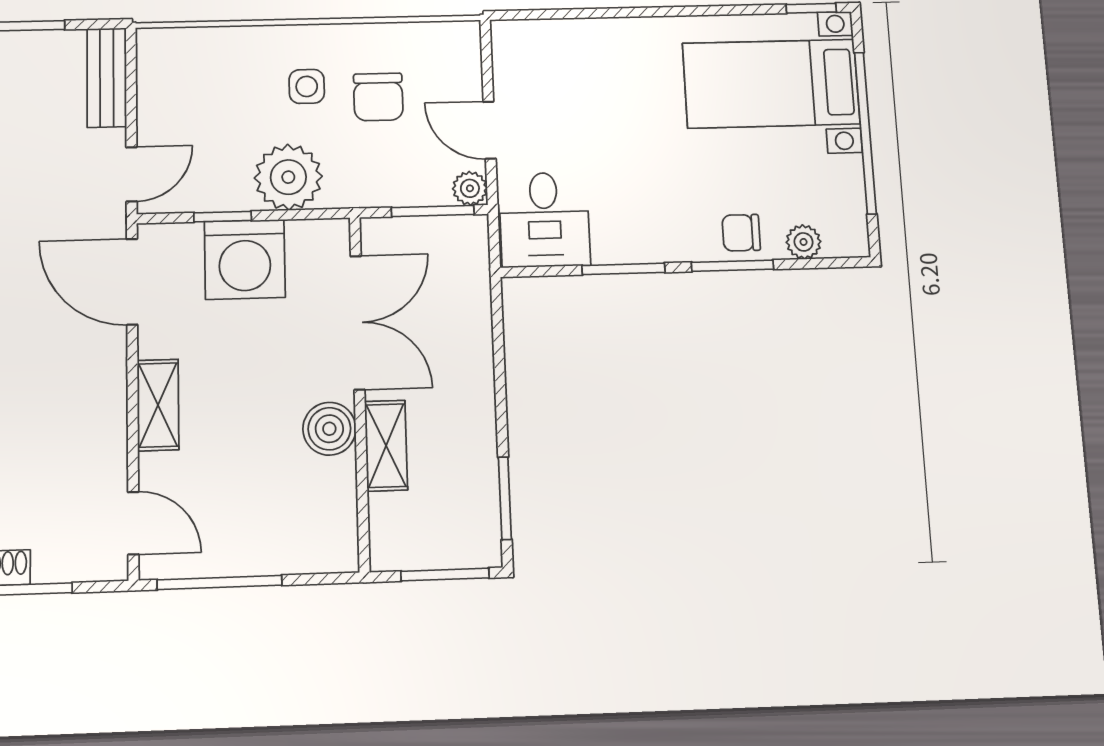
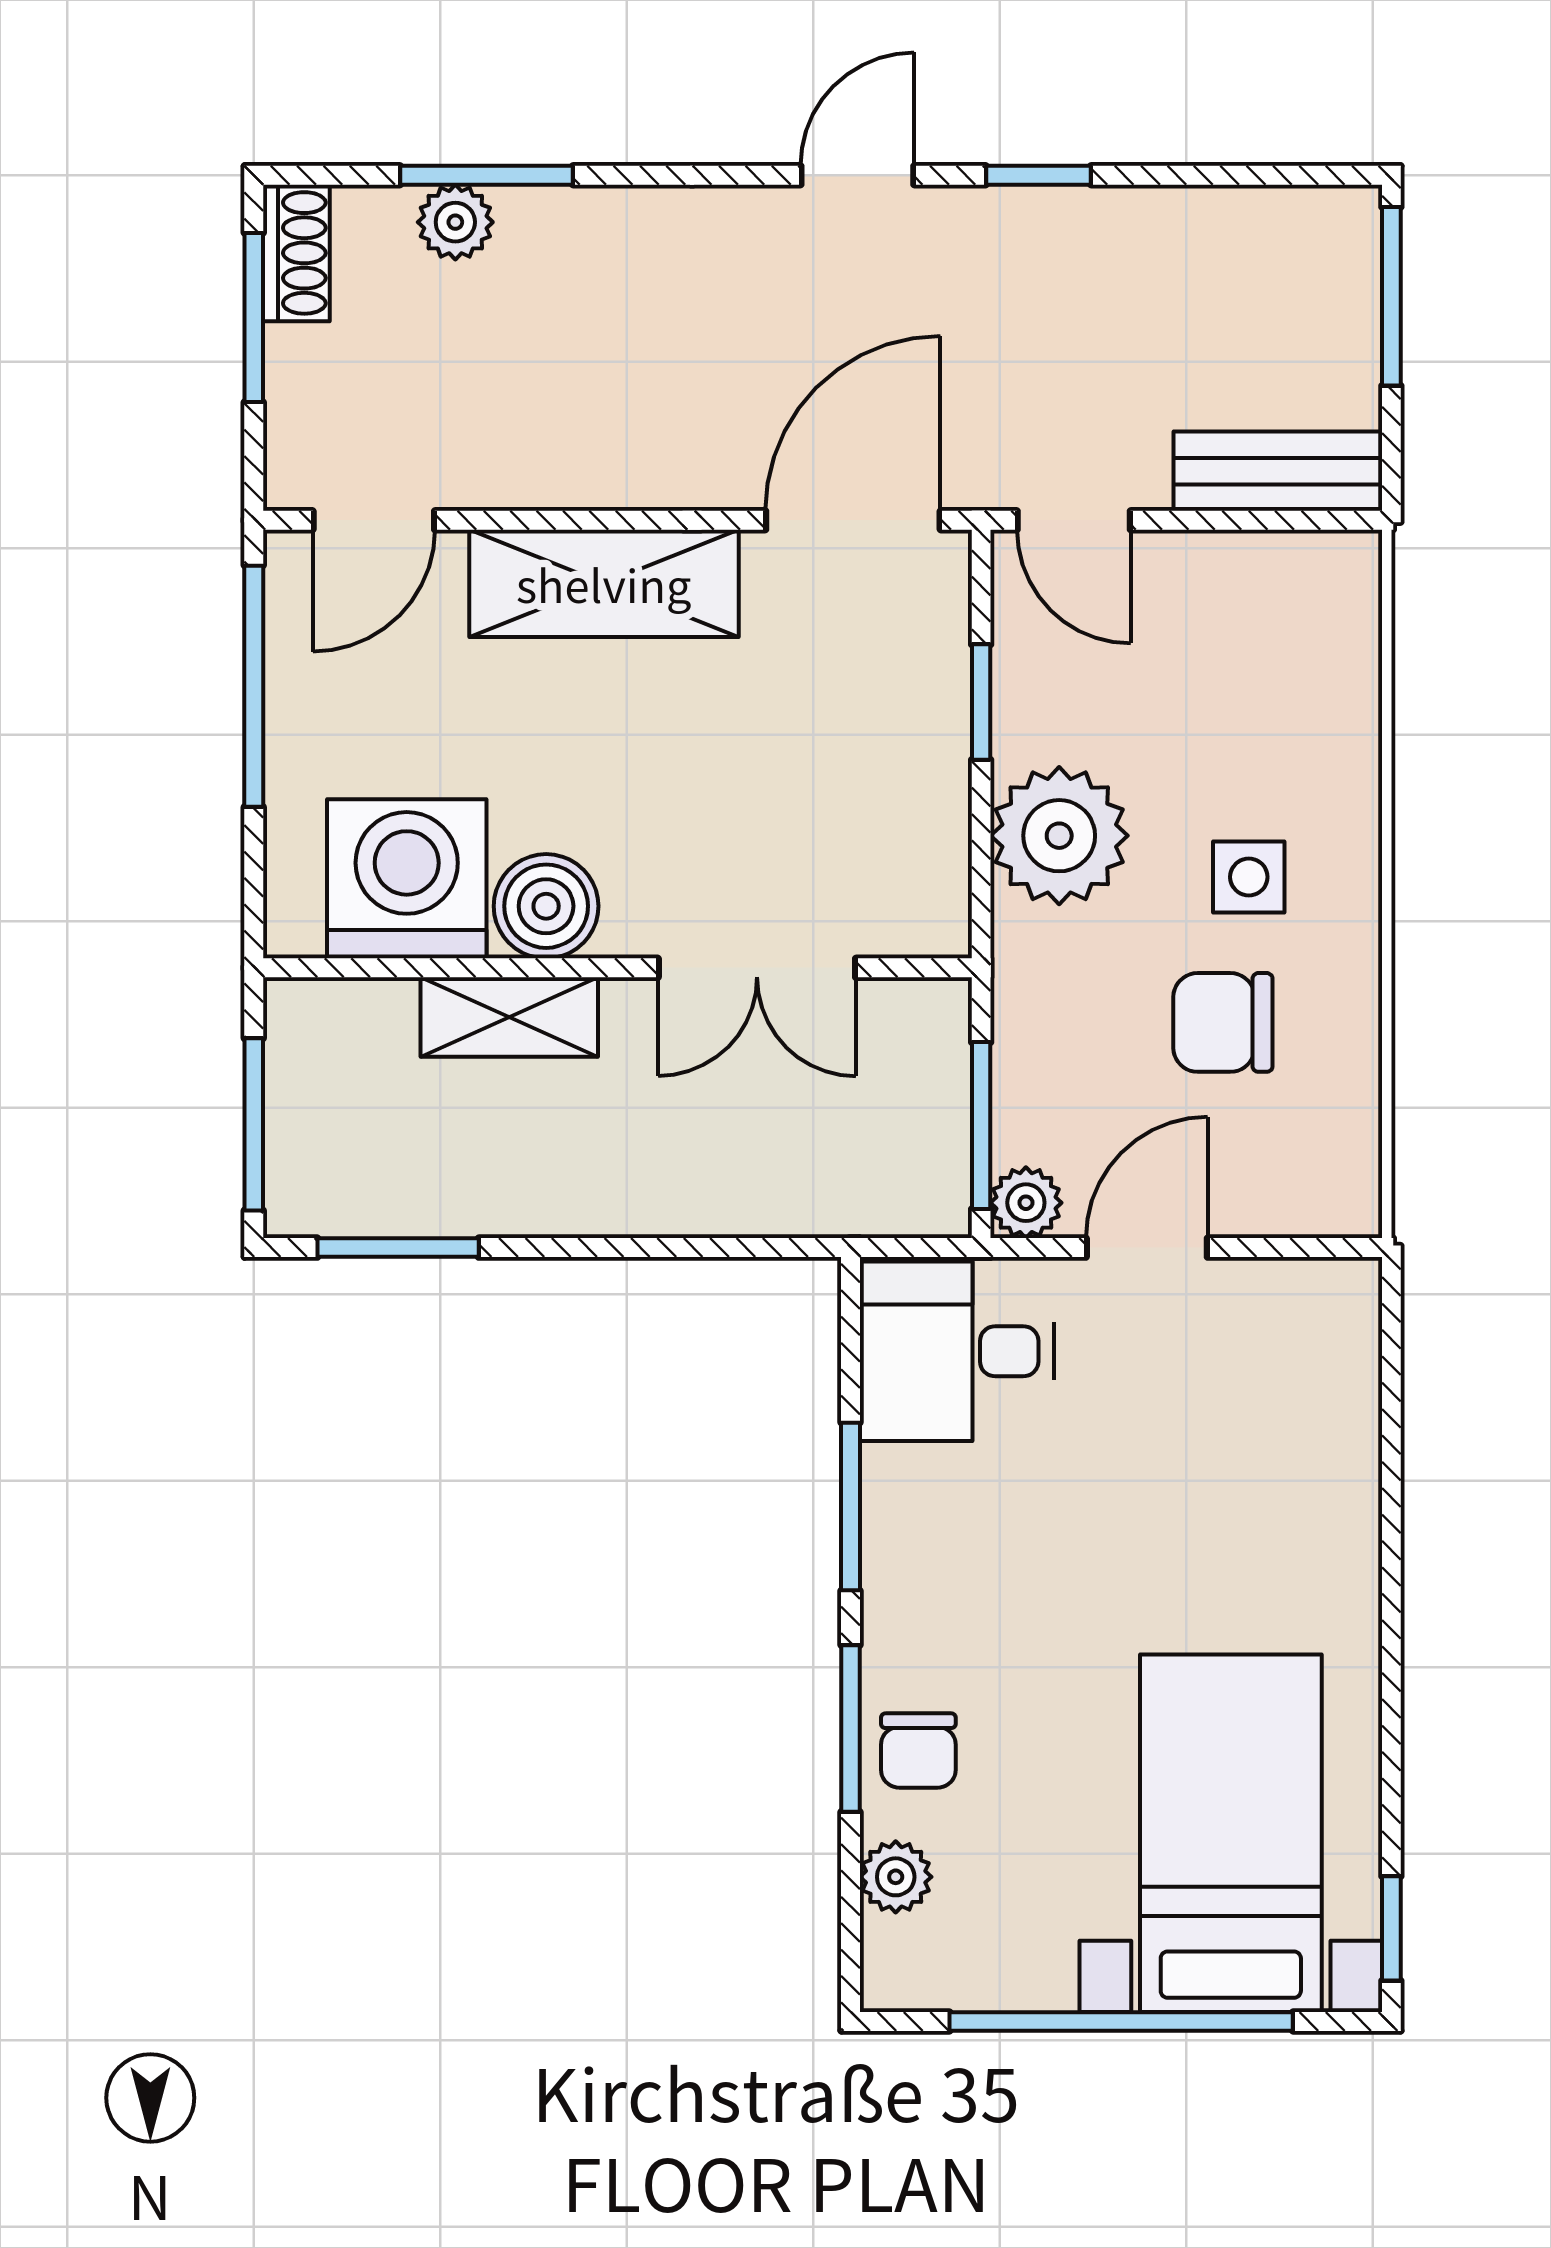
chair: (741, 233) -> (918, 1751), turned 180
washing machine: (245, 259) -> (407, 879), moved, turned 90
double door: (358, 323) -> (757, 968), width x0.73
shelving: (158, 405) -> (604, 583), width x1.50, depth x1.33

